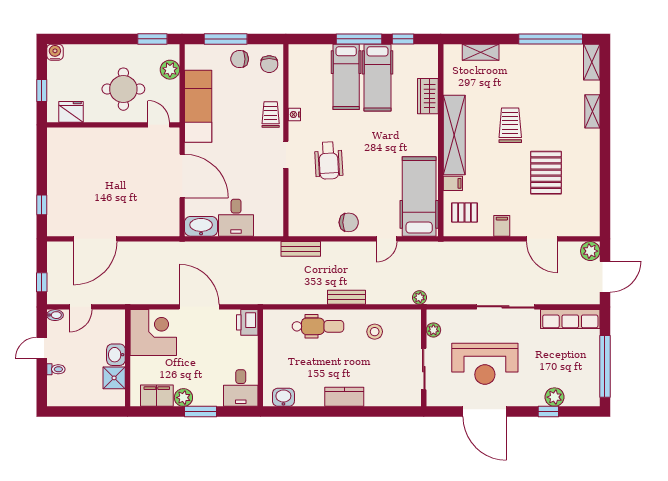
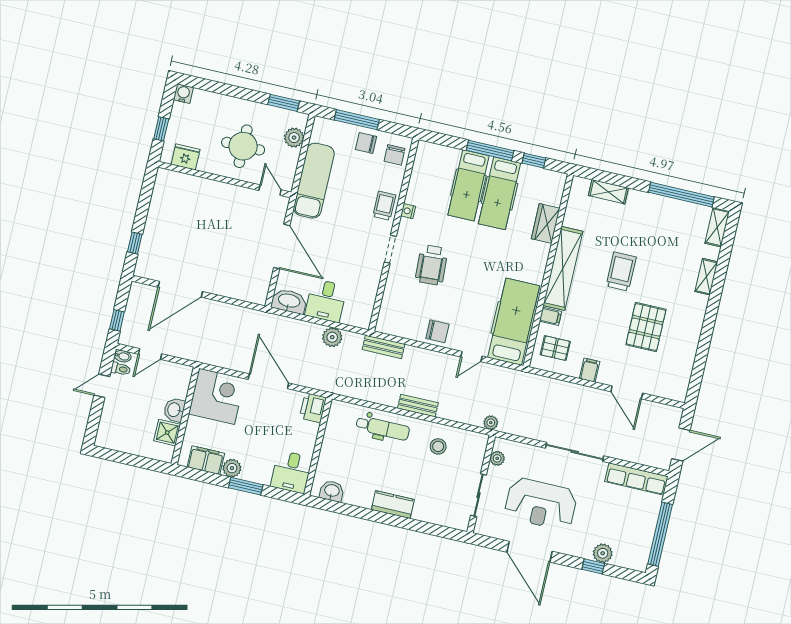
plant: (590, 251) -> (332, 337), moved
toilet: (56, 369) -> (121, 369), moved

